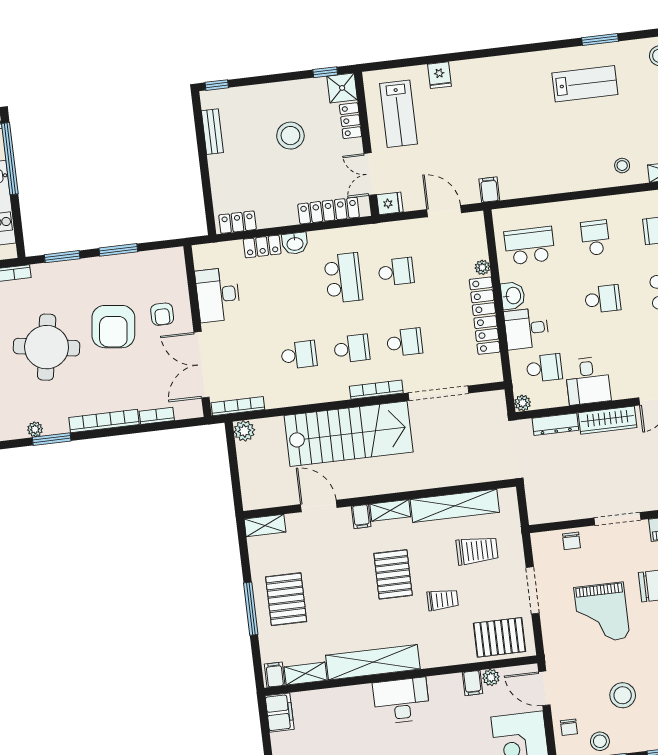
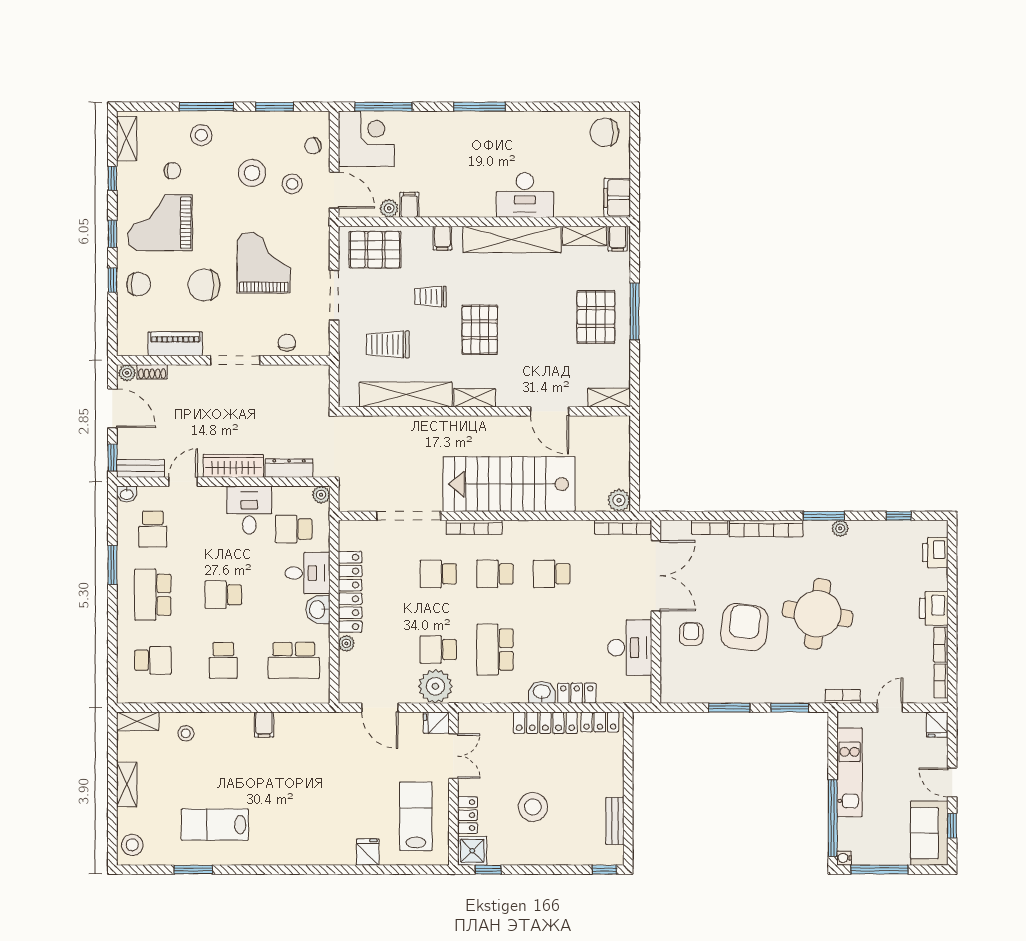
filing cabinet: (489, 190) -> (264, 725), moved
locker: (329, 211) -> (545, 723), moved
plant: (395, 237) -> (435, 686), added
filing cabinet: (361, 516) -> (442, 238), moved, turned 180
desk: (401, 701) -> (525, 195), moved
chair: (569, 727) -> (313, 146), turned -112
stool: (600, 741) -> (292, 184), moved

